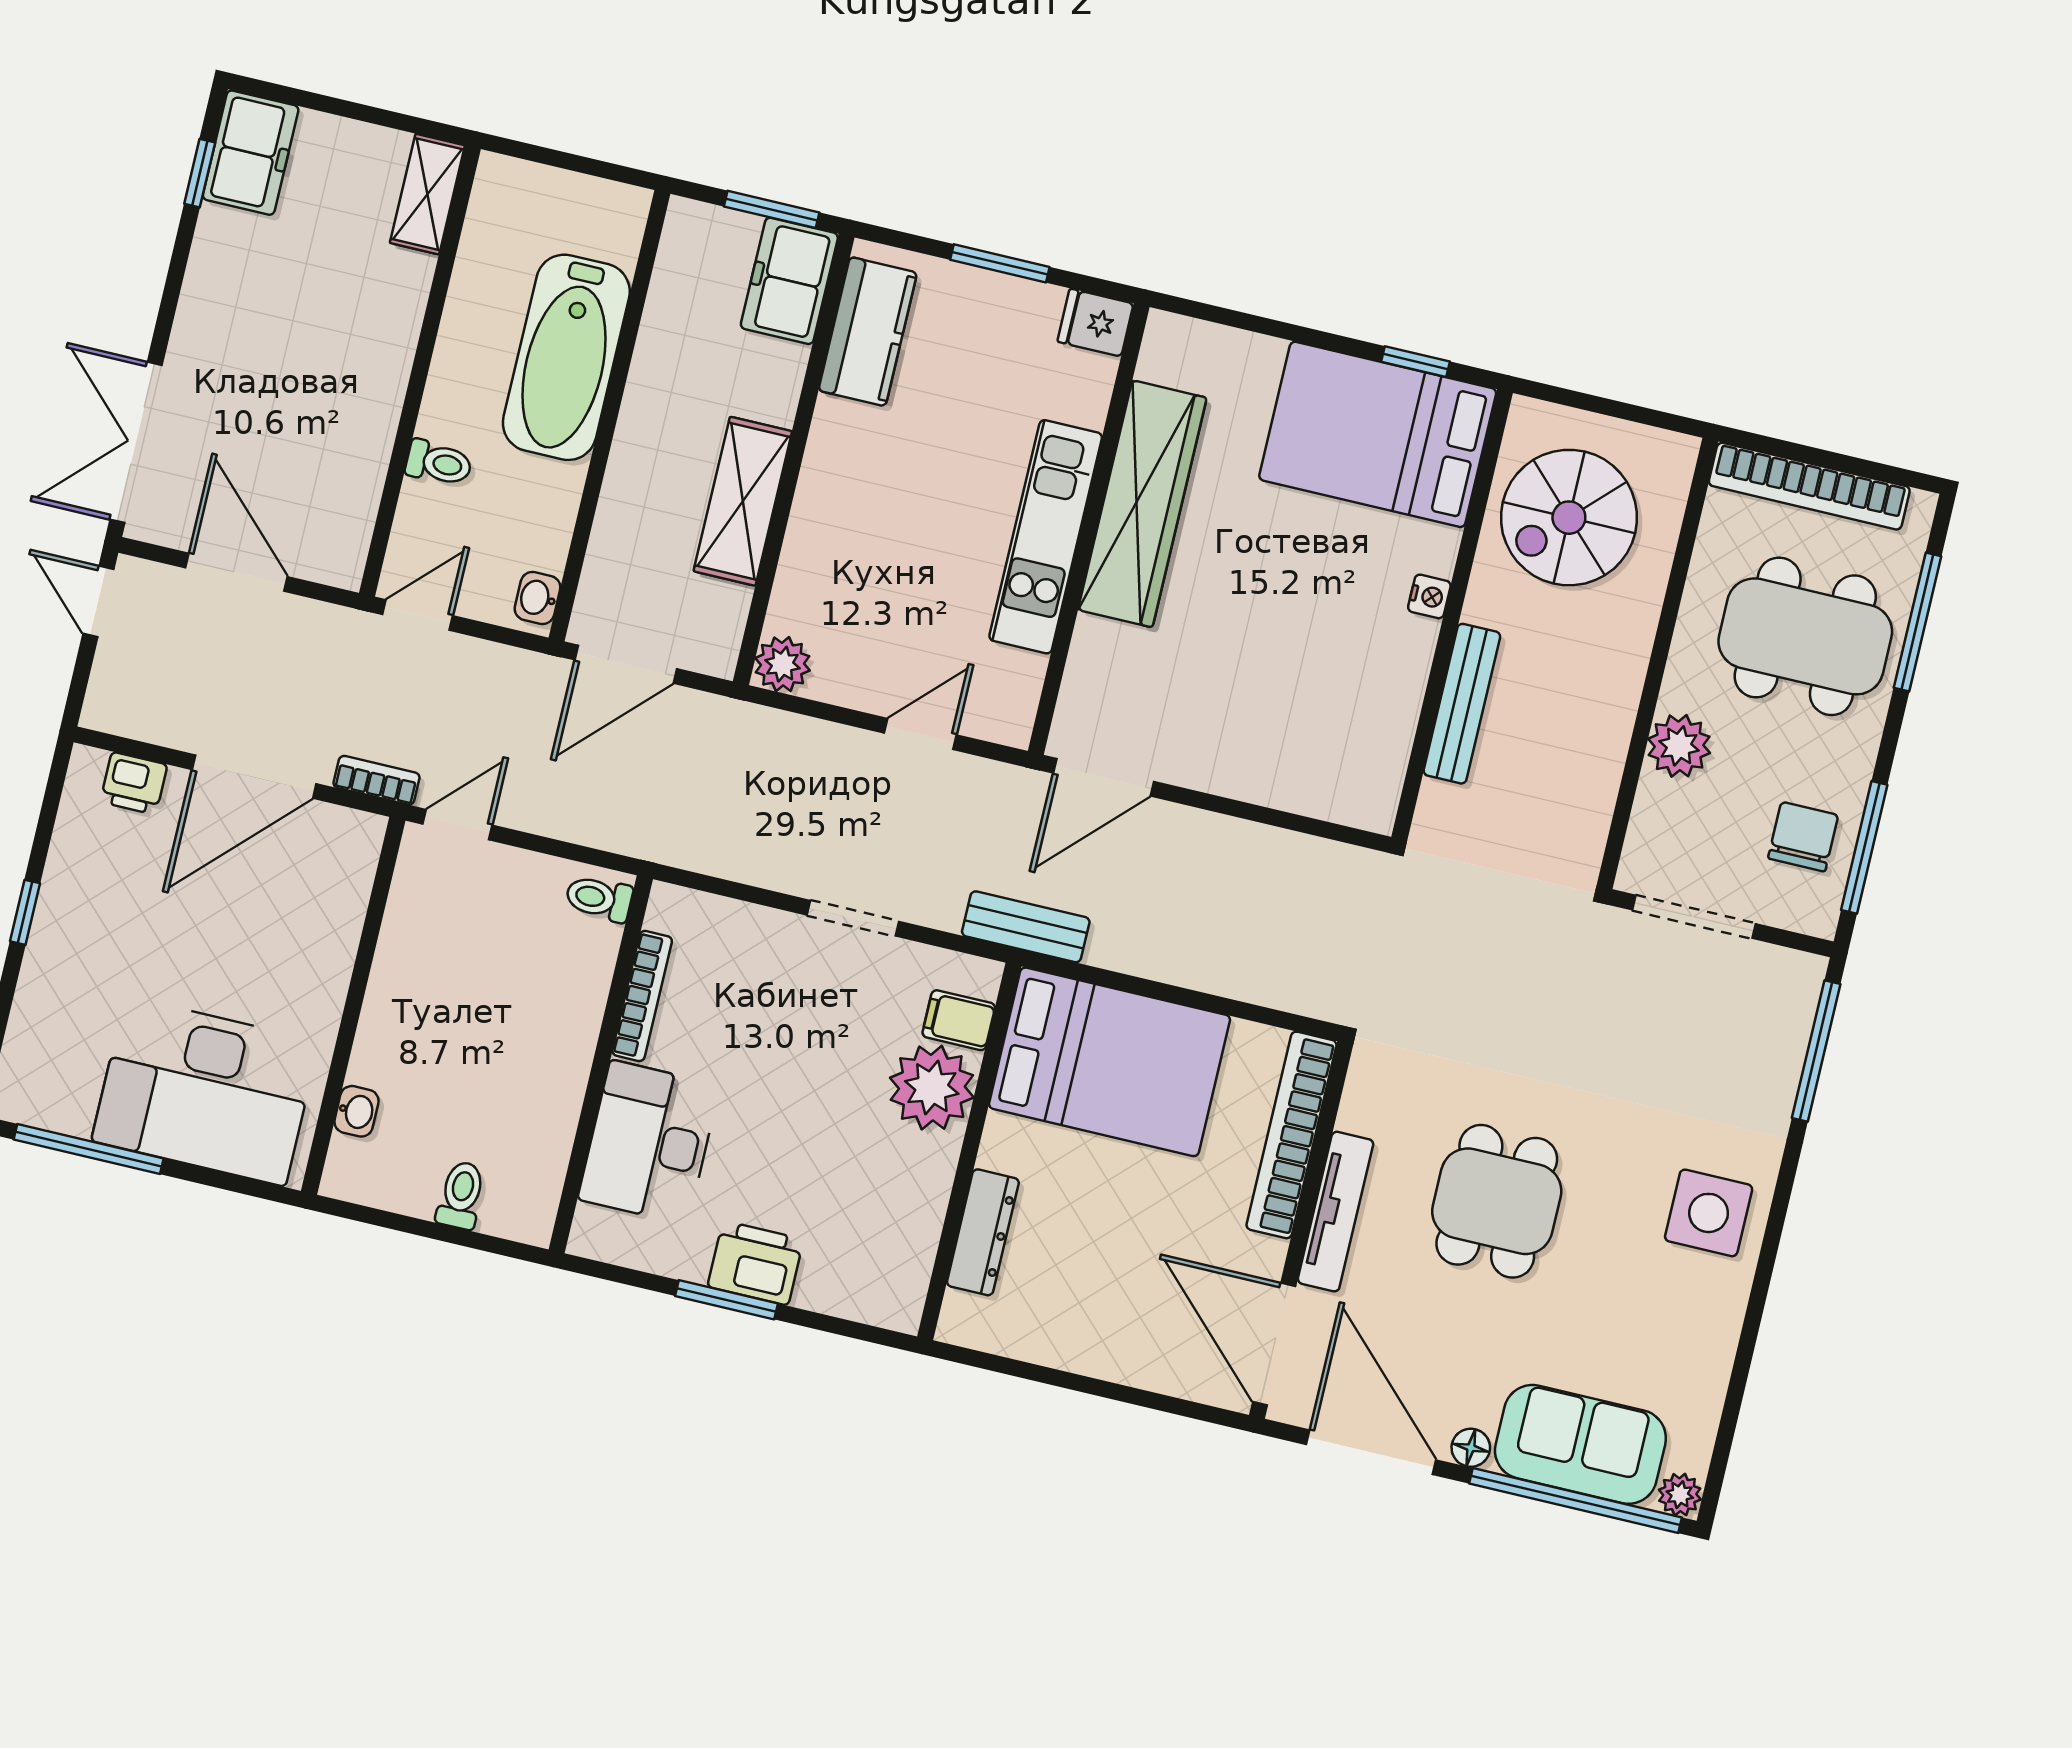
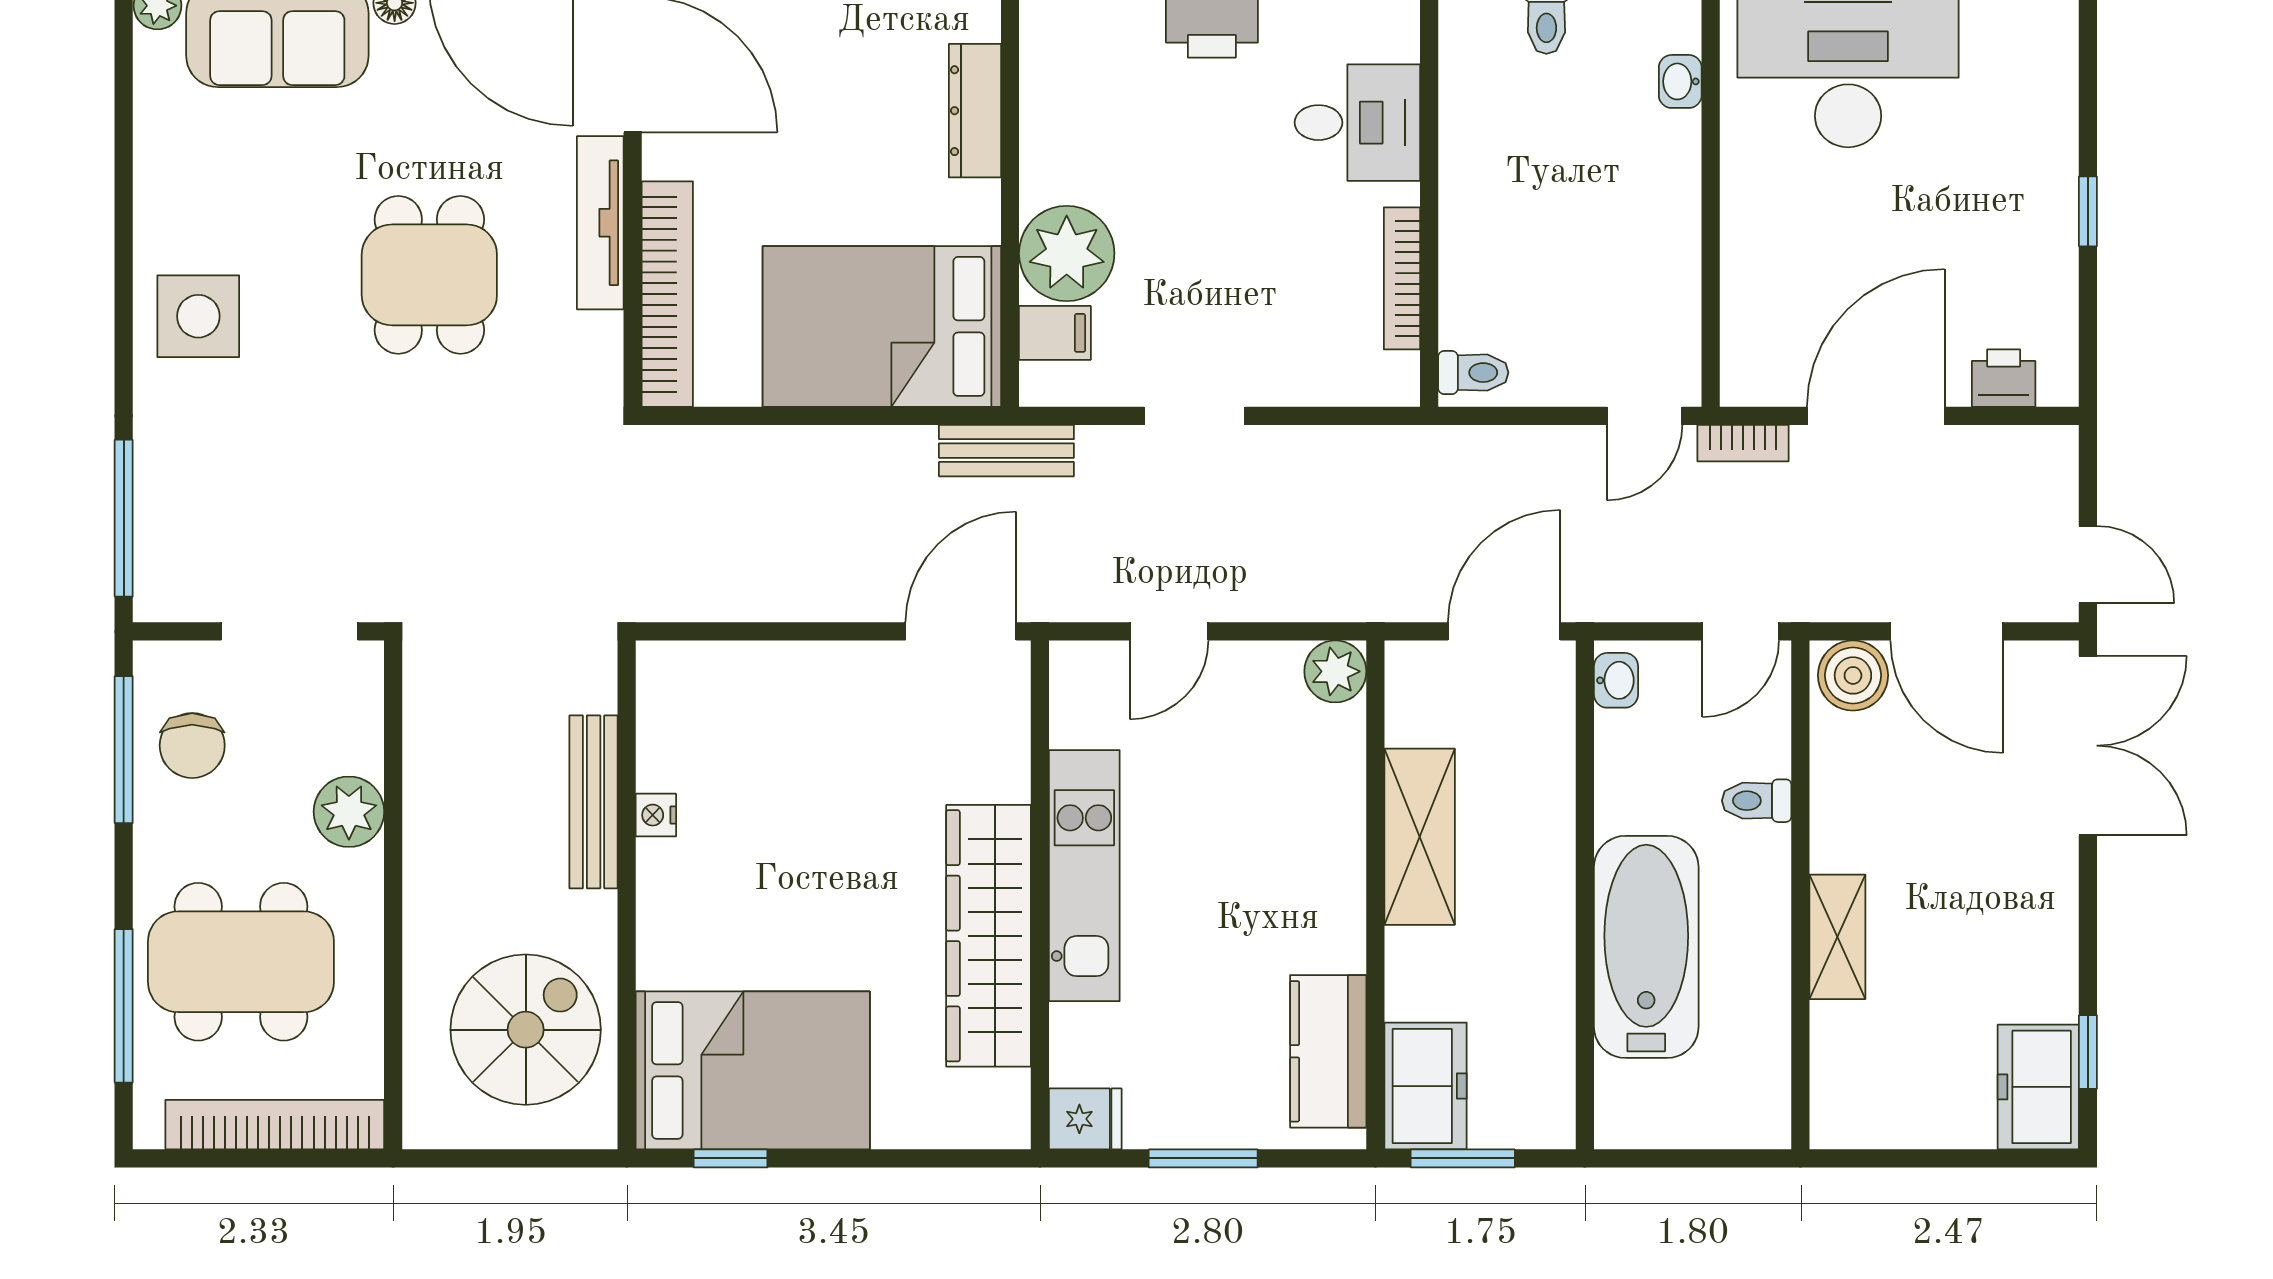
shelving: (427, 194) -> (1837, 937), moved
boiler: (328, 553) -> (1853, 675), added
nightstand: (1429, 596) -> (656, 815), moved
desk: (649, 1142) -> (1357, 123), width x0.73

